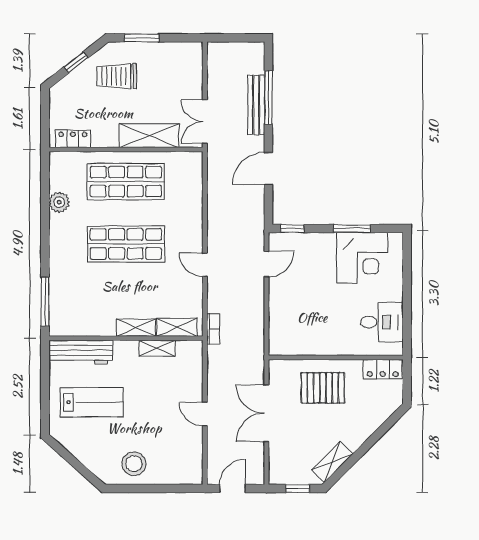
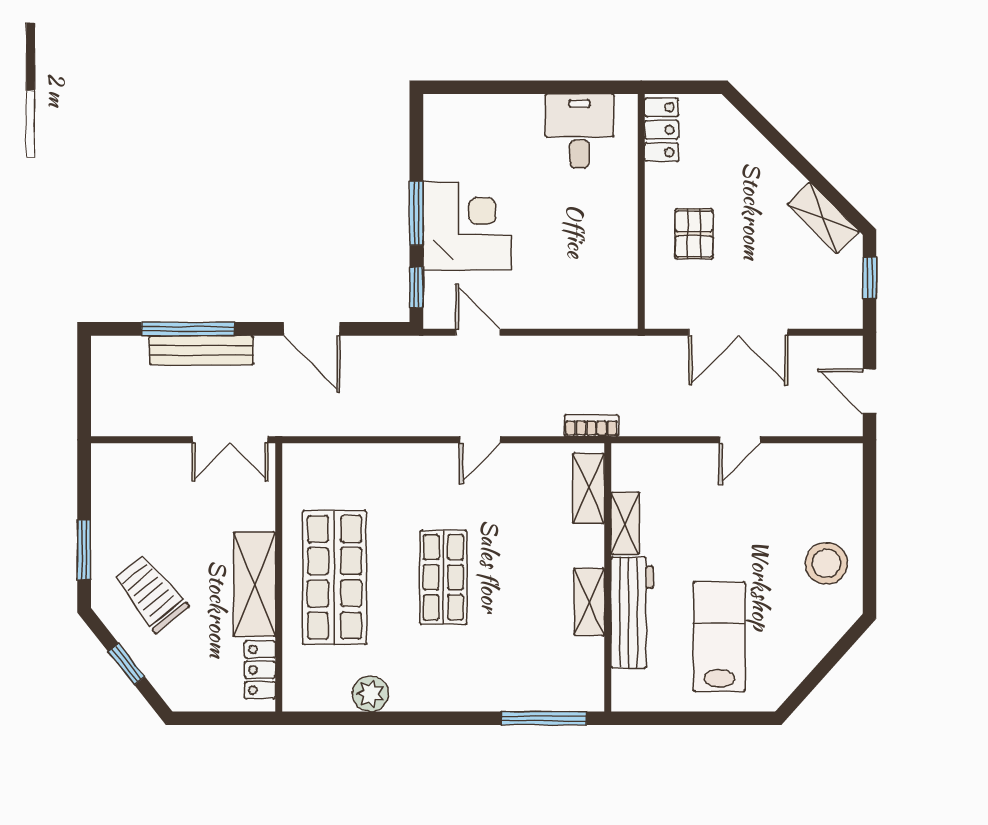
trolley: (117, 76) -> (151, 594), turned 141
shelving: (149, 136) -> (255, 584), moved
window: (352, 229) -> (416, 213), moved
shop shelf: (126, 244) -> (443, 577), width x0.70, depth x0.74
corner desk: (362, 258) -> (467, 226), moved
shelving: (136, 328) -> (589, 602), moved
workbench: (81, 352) -> (632, 613), moved
pallet: (323, 388) -> (694, 234), width x0.67, depth x0.71

